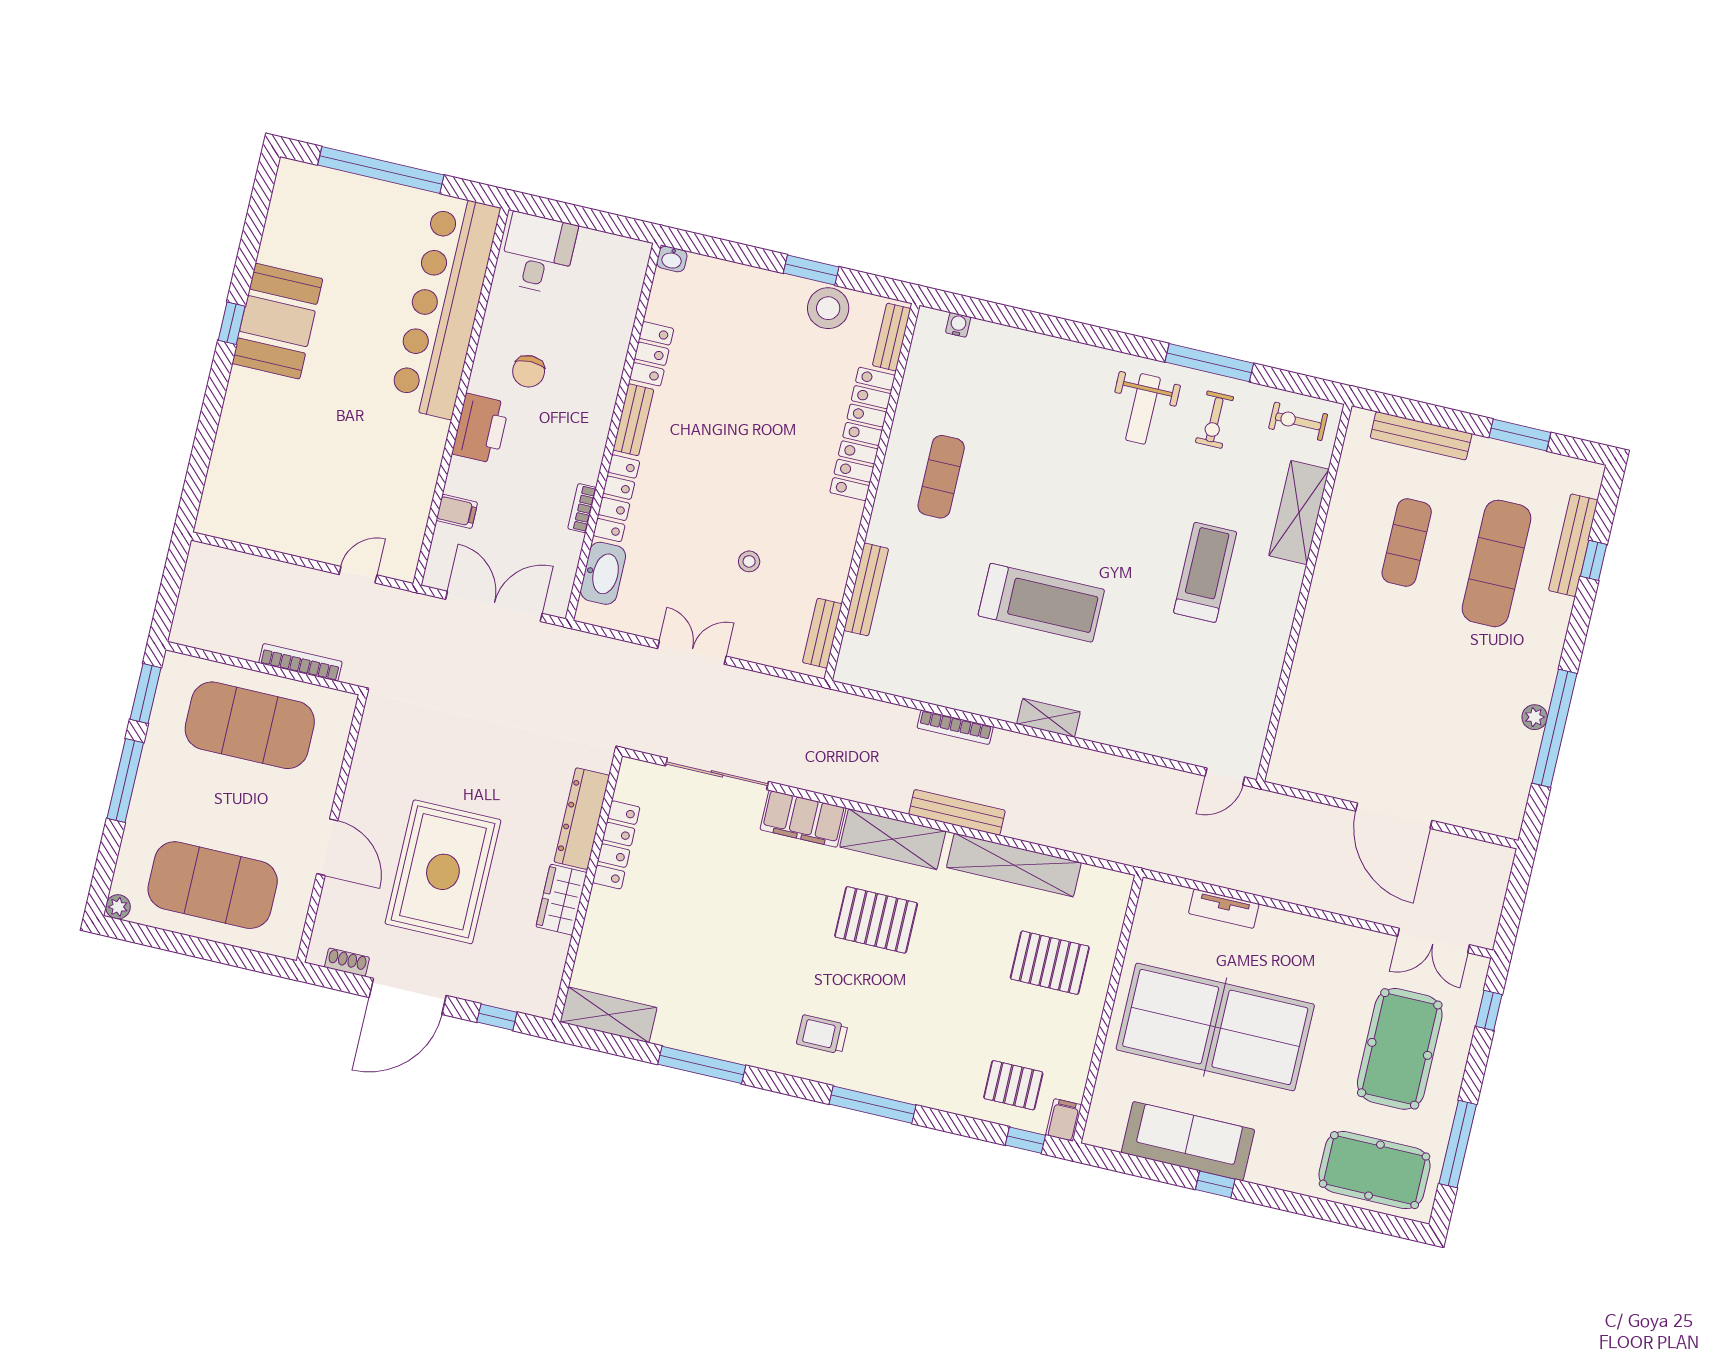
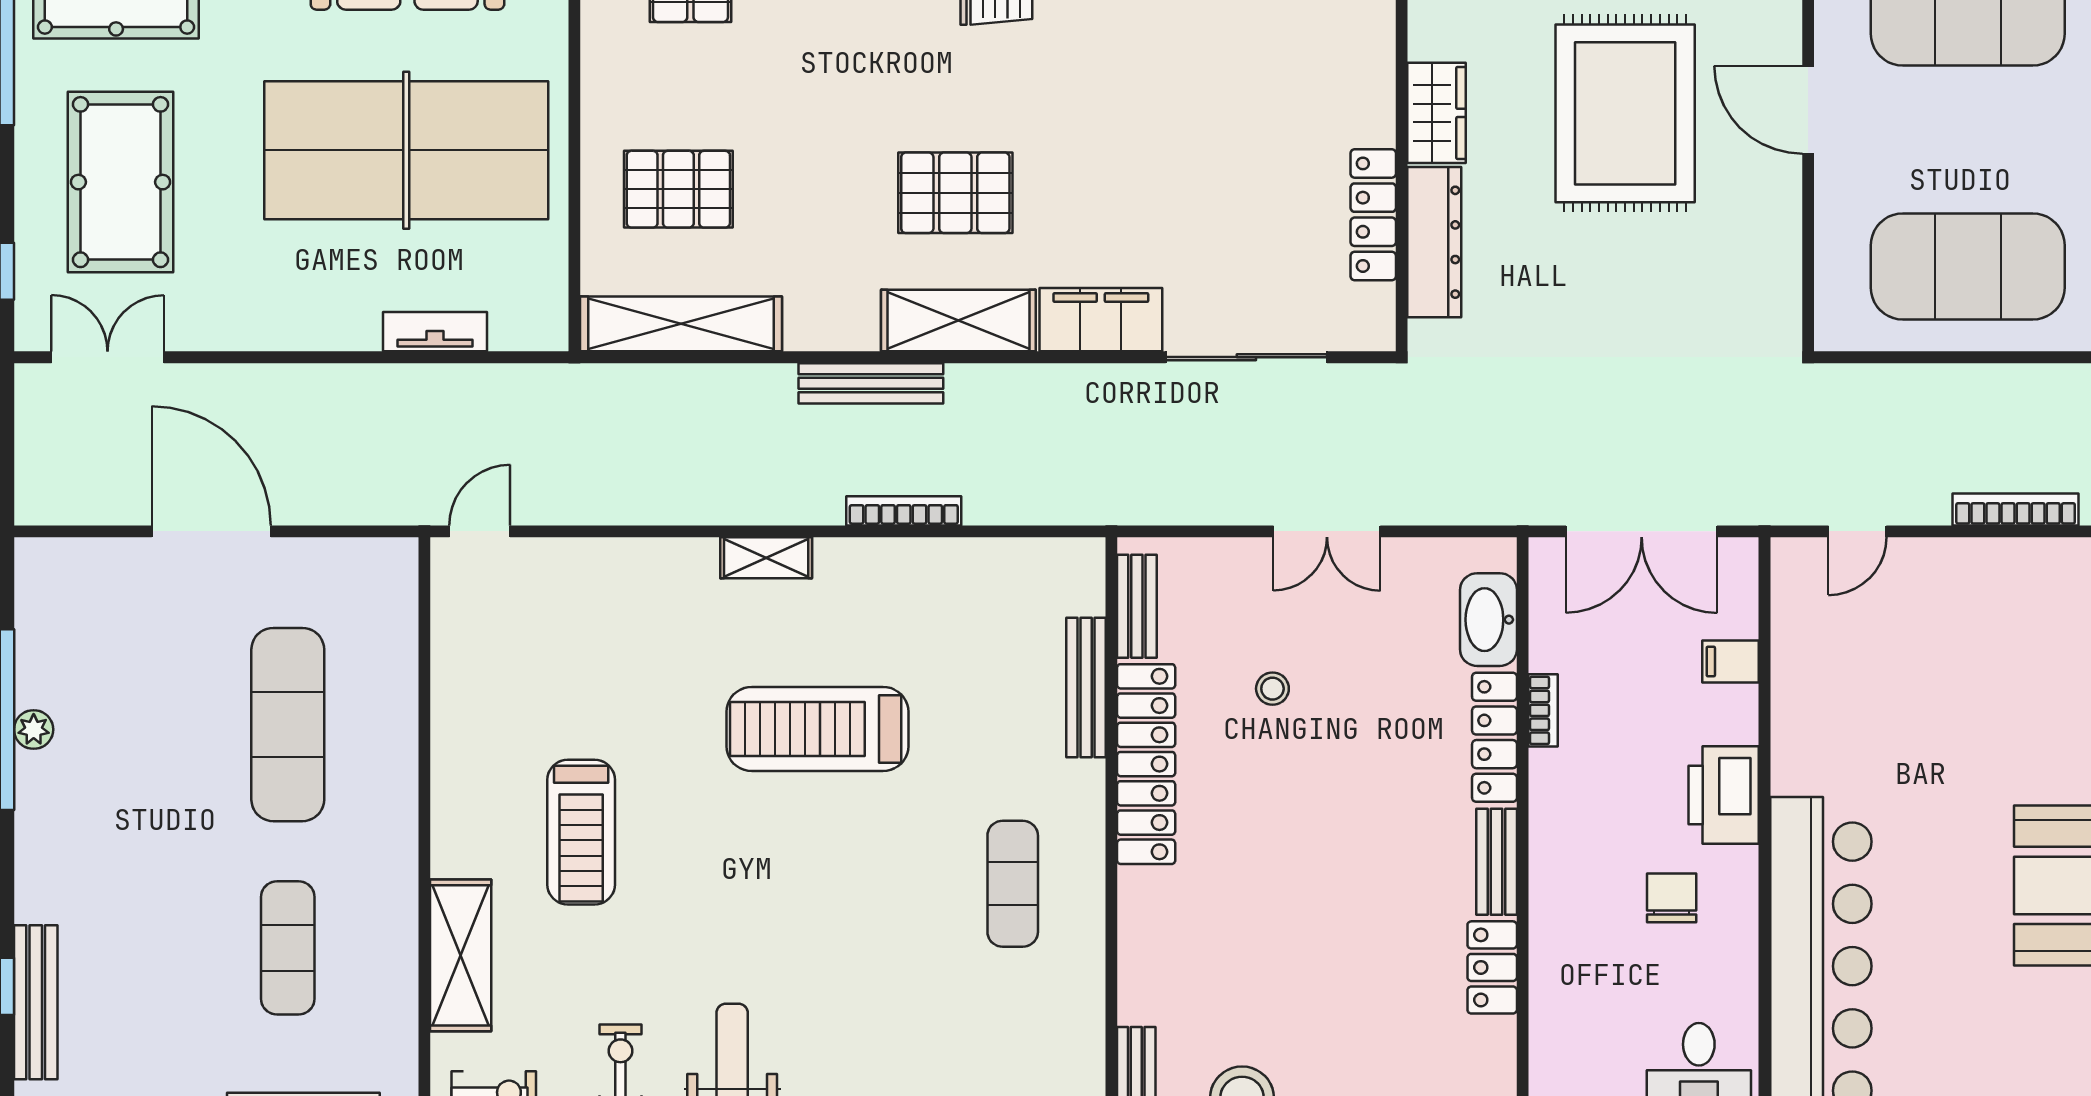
locker: (863, 434) -> (1146, 764), moved
exercise mat: (1497, 563) -> (288, 725), moved
bookcase: (300, 662) -> (2016, 509), moved, turned 180
shelving: (1014, 865) -> (681, 324), moved

